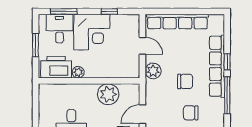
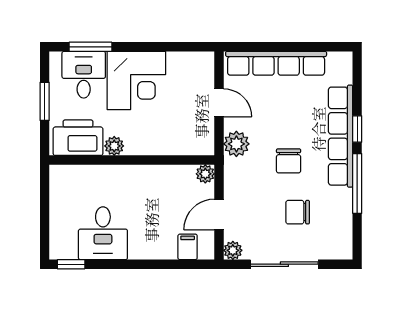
window: (109, 11) -> (165, 47), removed
chair: (185, 81) -> (289, 161), turned 90
plant: (108, 94) -> (205, 174), moved, width x0.53, depth x0.53

